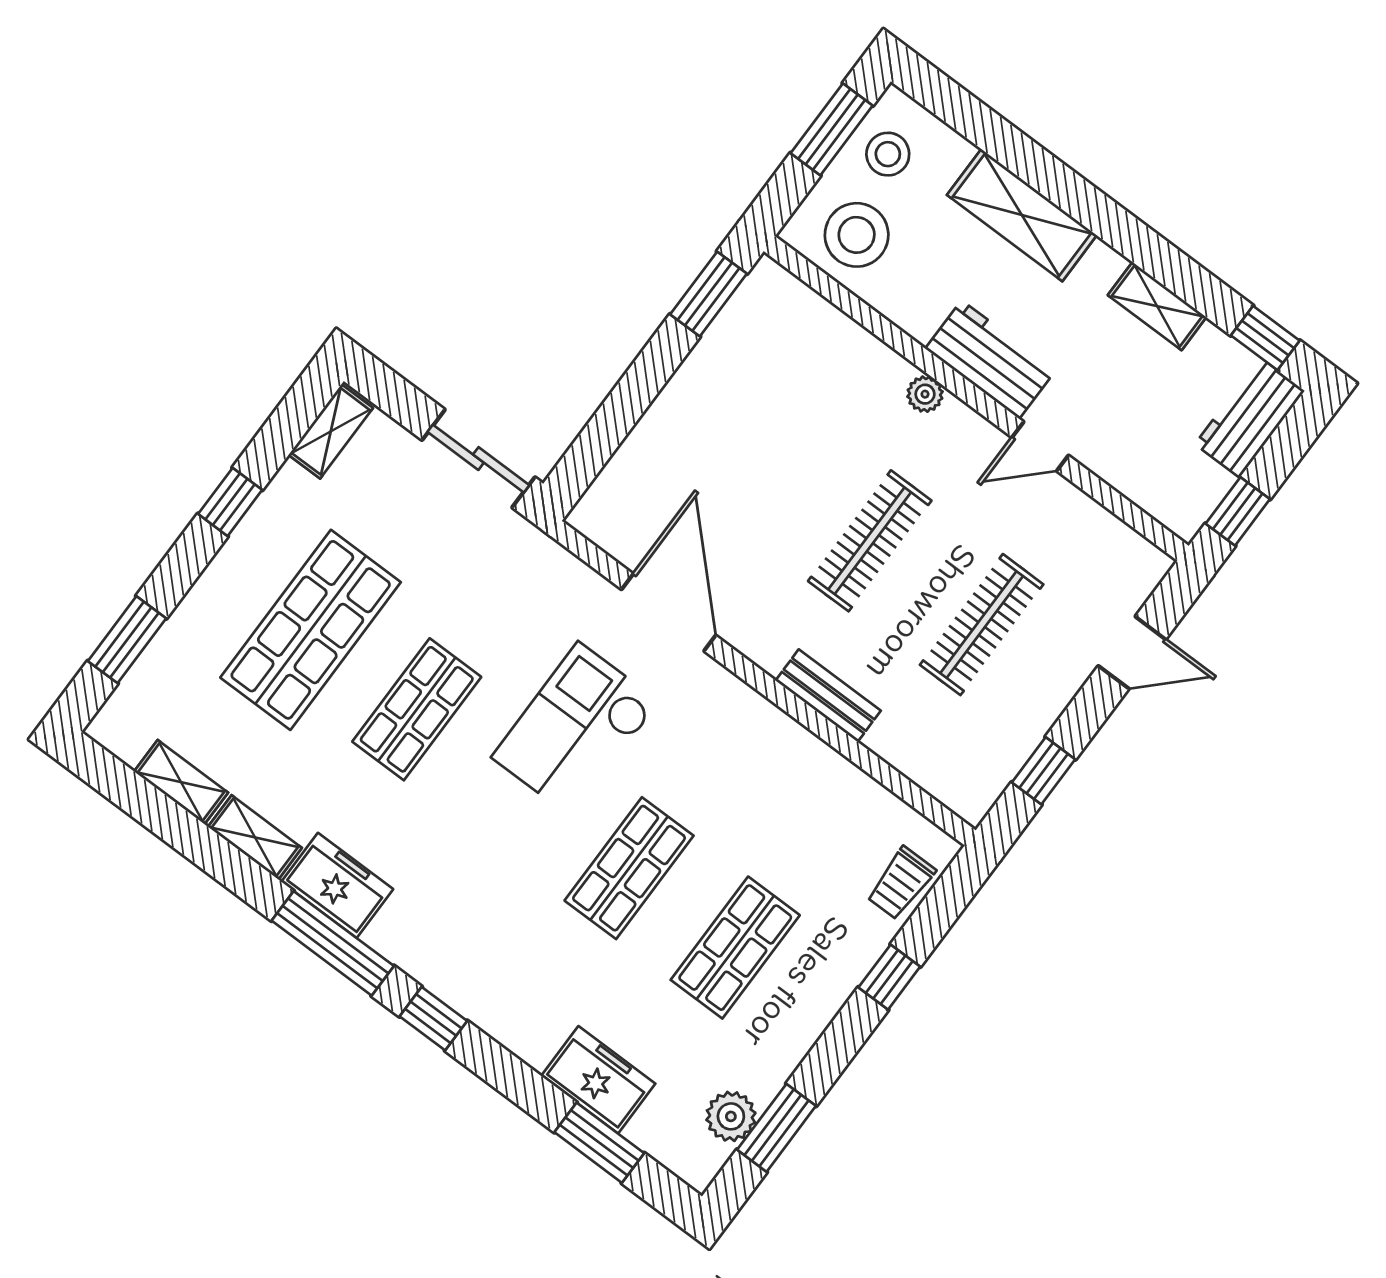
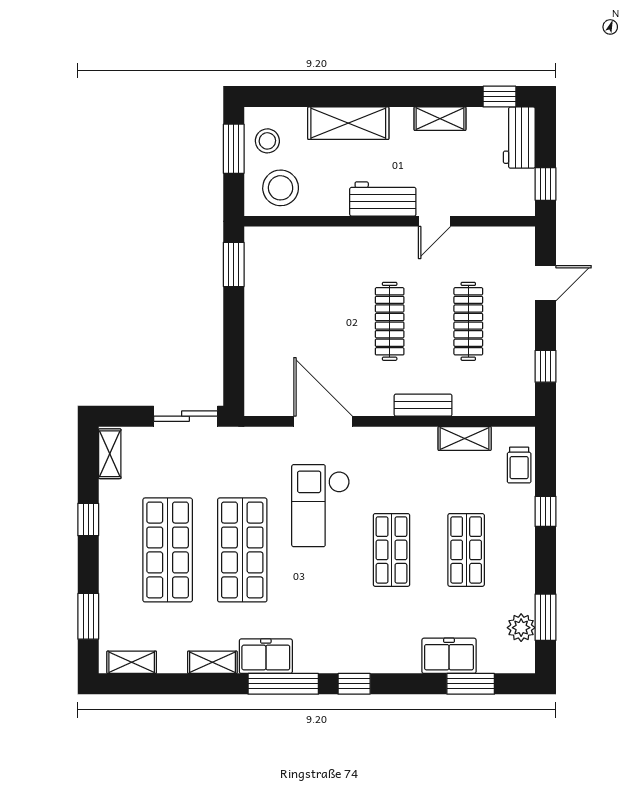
plant: (925, 394) -> (365, 237), removed
shop shelf: (417, 709) -> (242, 550), width x1.43, depth x1.36
shelving: (181, 782) -> (132, 662), moved
shelving: (852, 787) -> (465, 438), added

